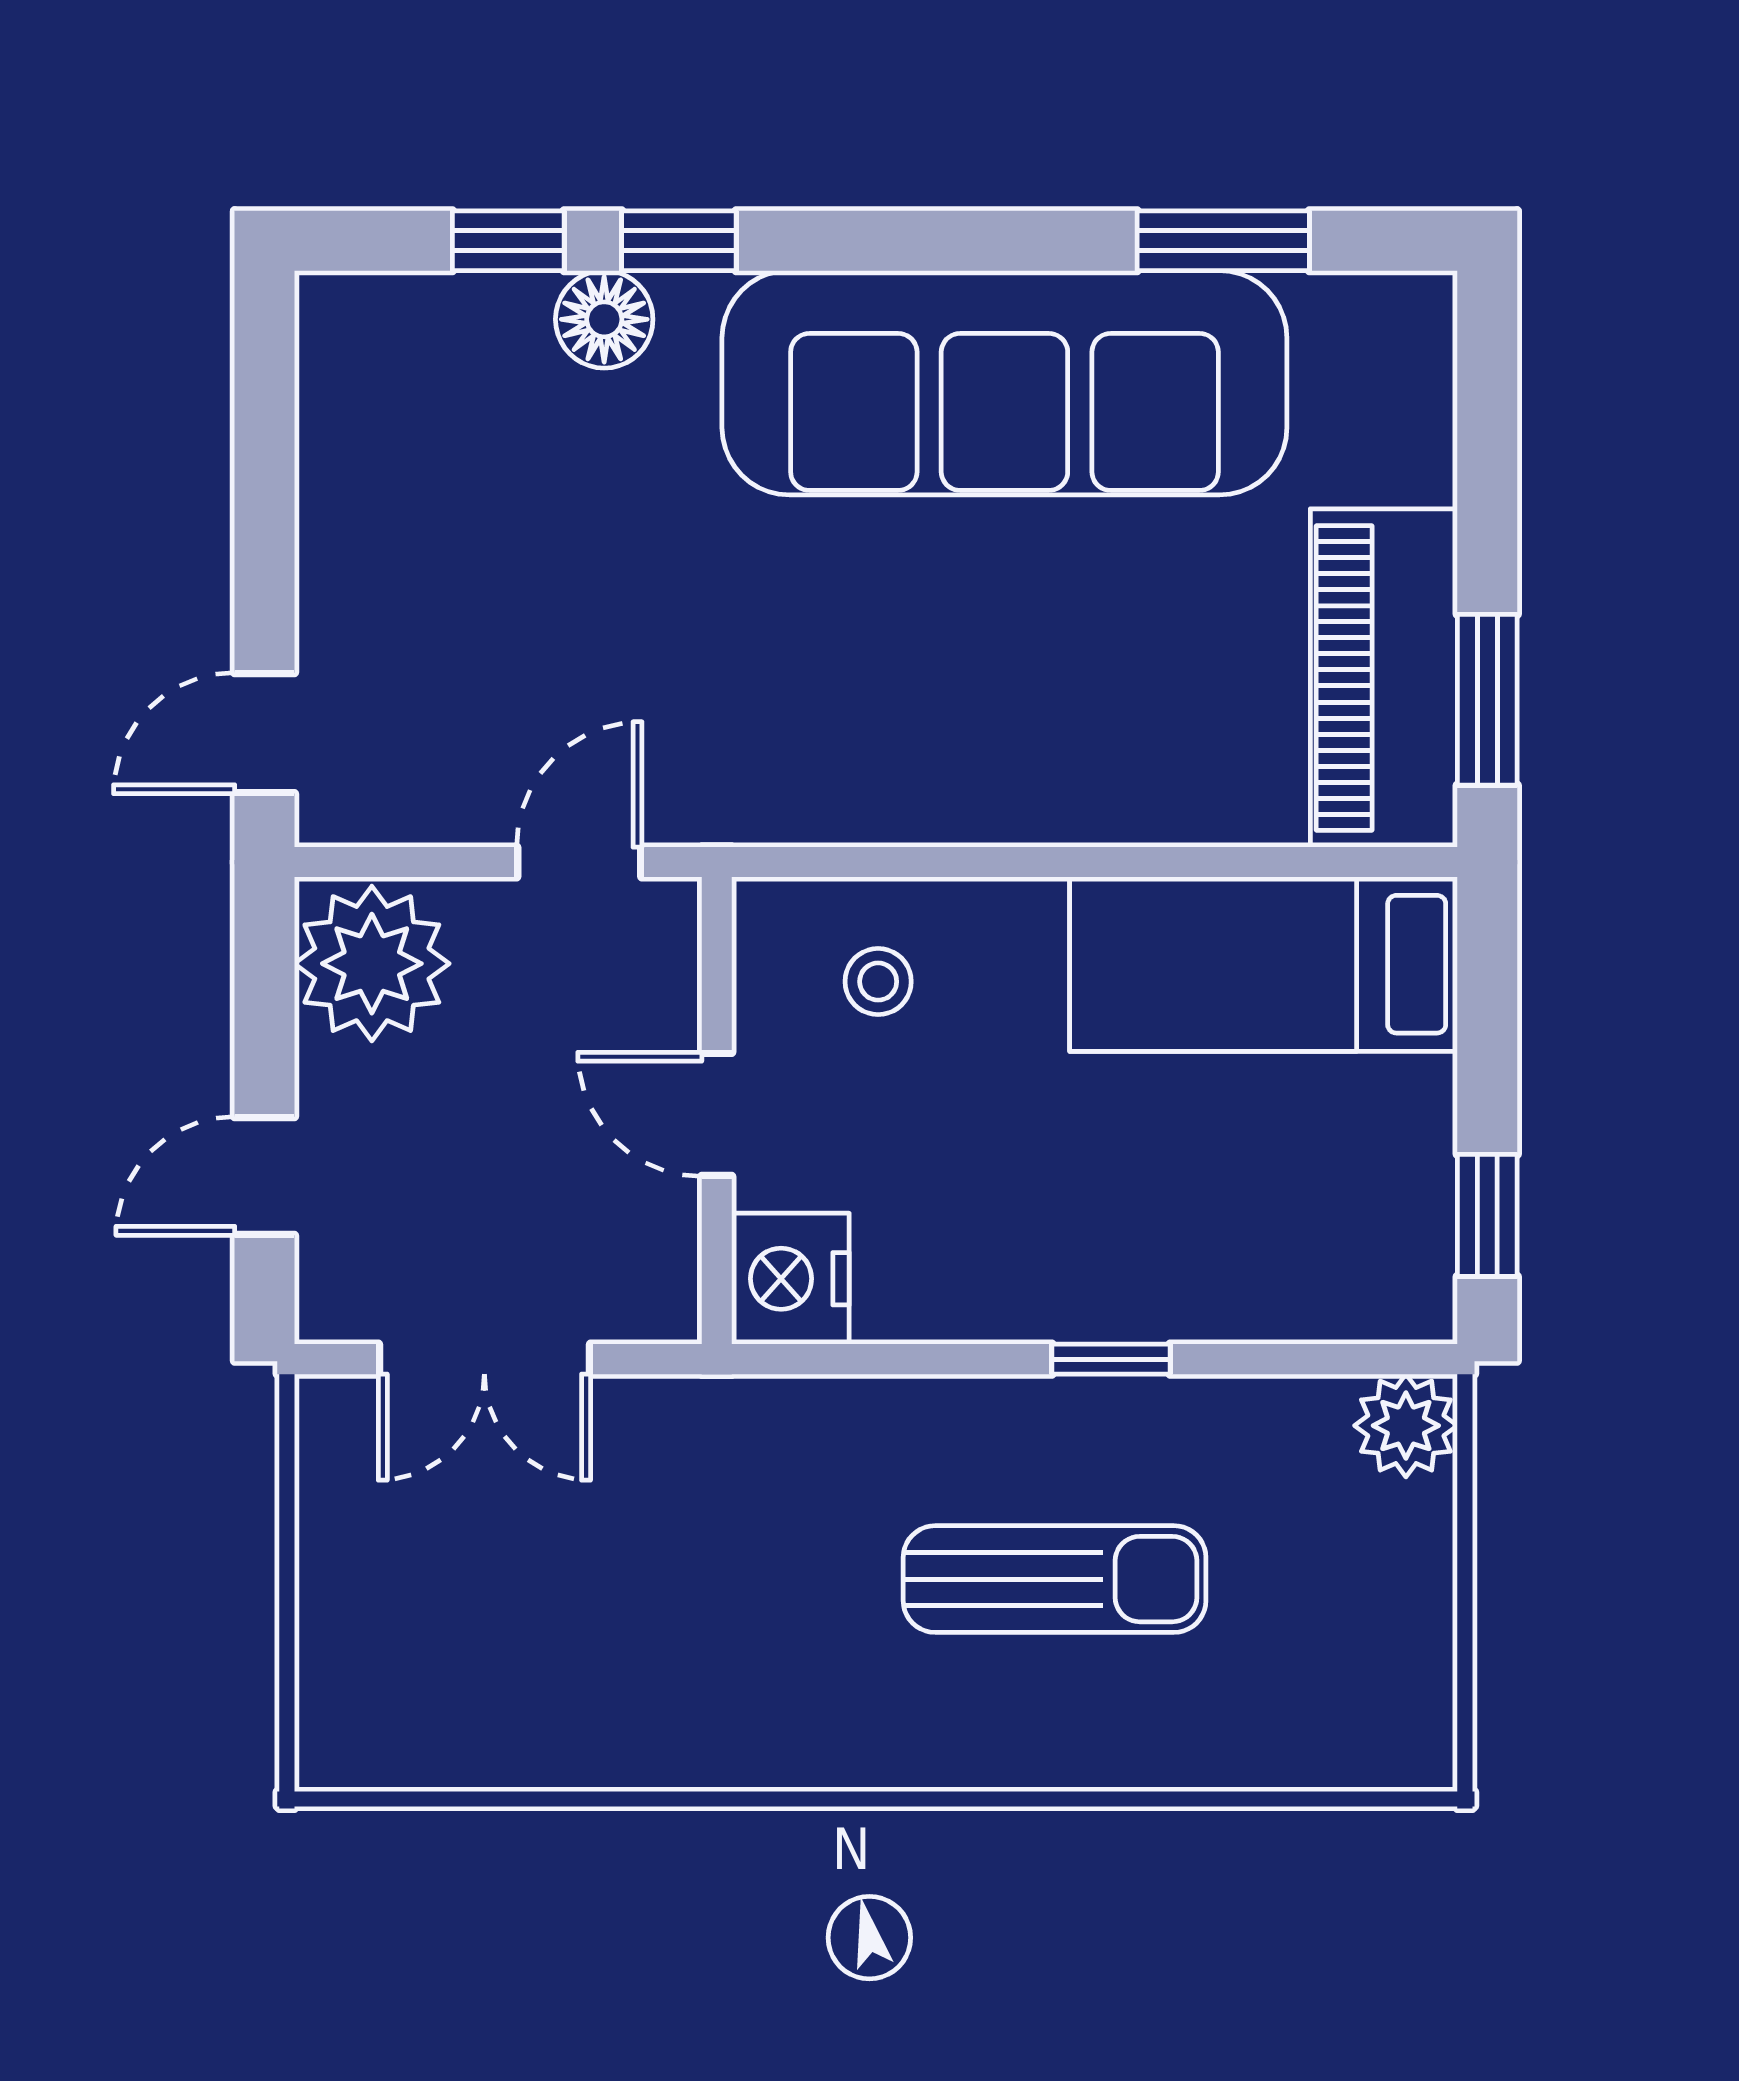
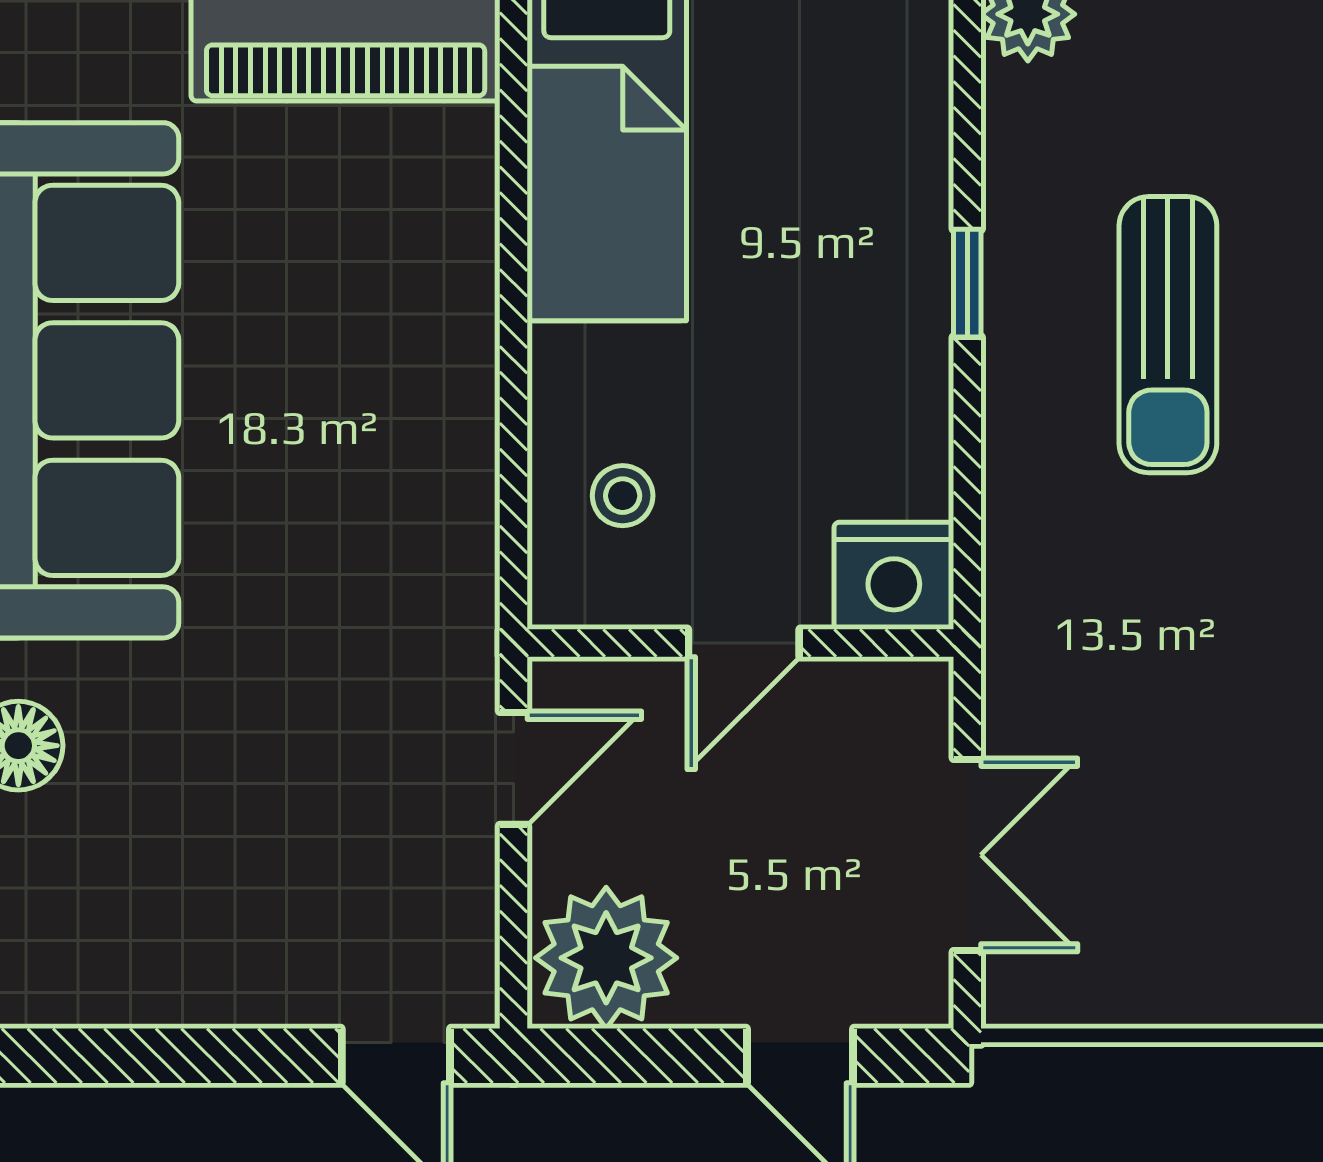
door: (579, 862) -> (514, 768), swing flipped
sun lounger: (1055, 1579) -> (1168, 335), turned 180

